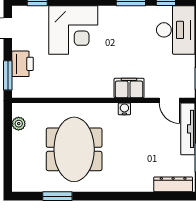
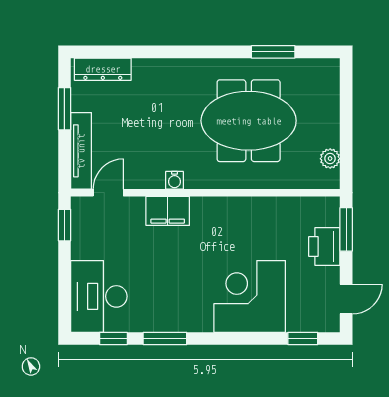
door: (169, 100) -> (108, 193), hinge flipped
meeting table: (74, 149) -> (249, 121), turned 90

